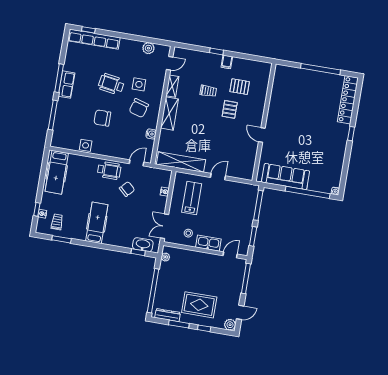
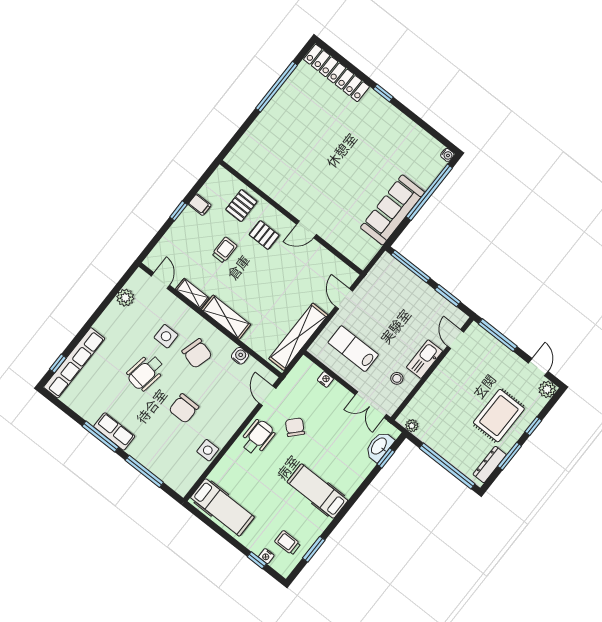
wall: (264, 122) -> (291, 217), moved
door: (262, 135) -> (306, 229), moved

